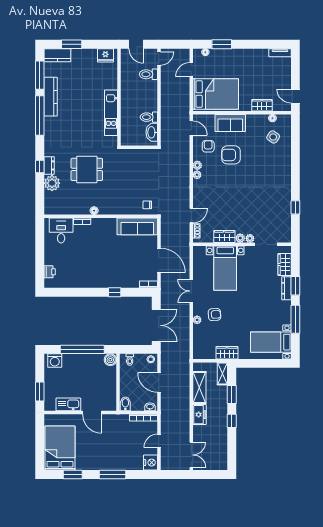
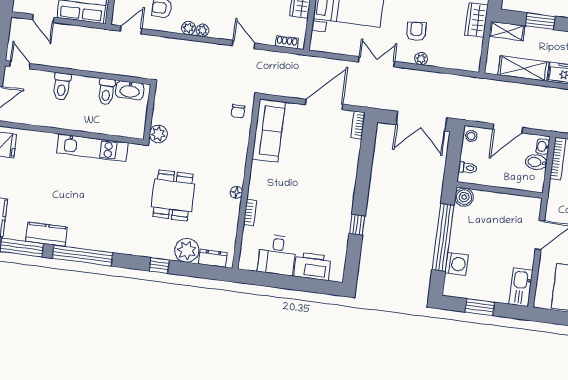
toilet: (148, 74) -> (62, 86), moved
kitchen counter: (51, 97) -> (46, 234), width x0.67
plant: (126, 155) -> (158, 134), added
dresser: (49, 165) -> (213, 258), moved
door: (191, 216) -> (244, 44), moved
desk: (61, 230) -> (277, 255), moved, turned -90
printer: (50, 272) -> (312, 266), width x1.87, depth x1.48
double door: (191, 291) -> (377, 62), swing flipped
window: (115, 292) -> (357, 225), moved
double door: (156, 325) -> (421, 121), swing flipped
washing machine: (55, 361) -> (457, 264), moved
window: (40, 391) -> (480, 307), moved
kitchen sink: (68, 404) -> (521, 287), moved
bidet: (125, 404) -> (536, 162), moved

